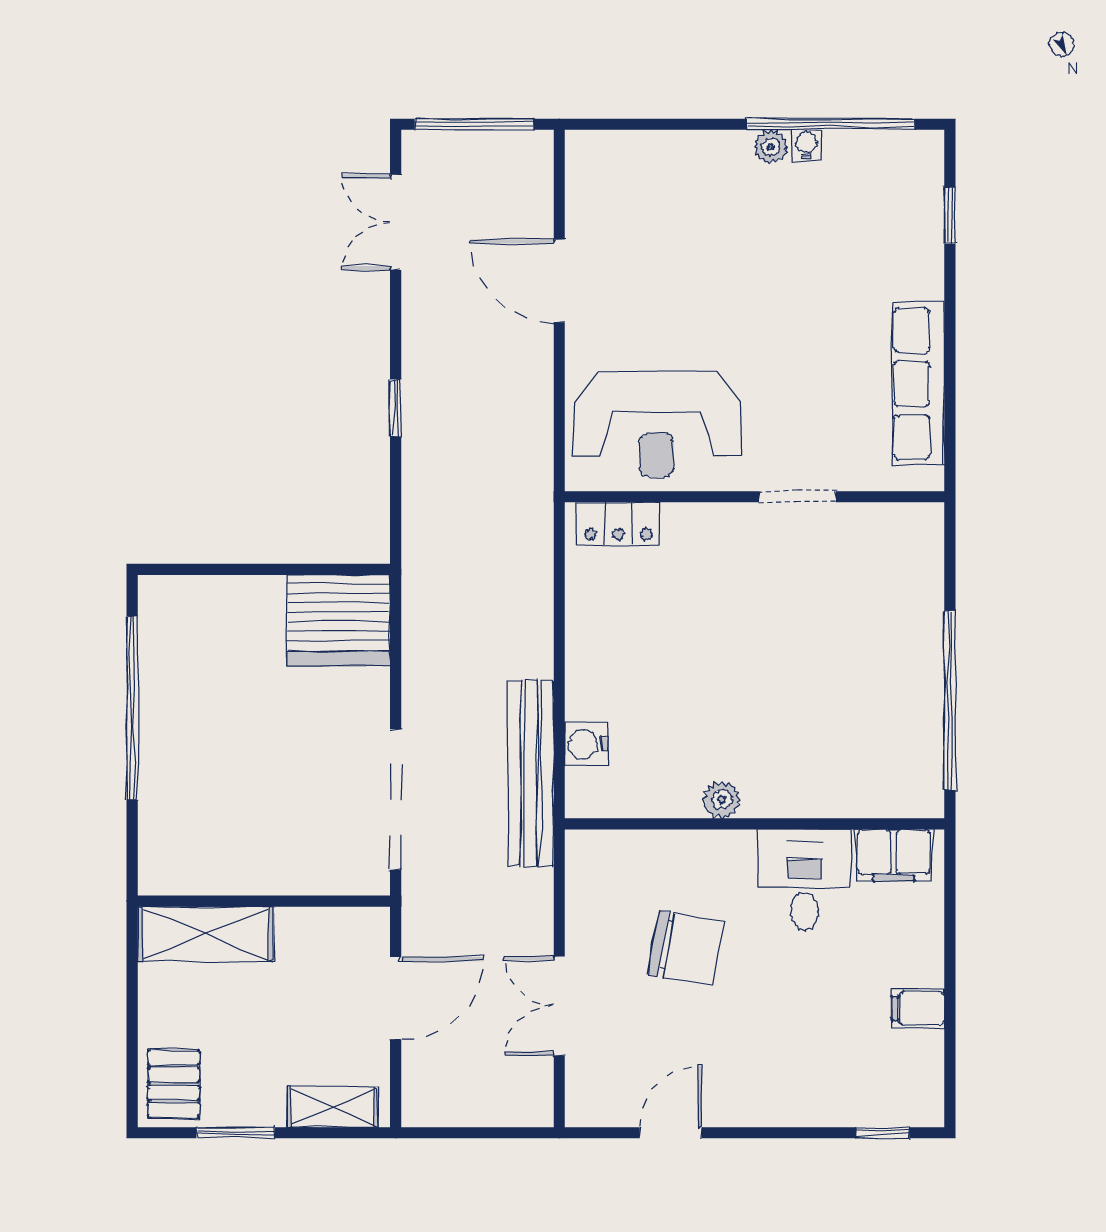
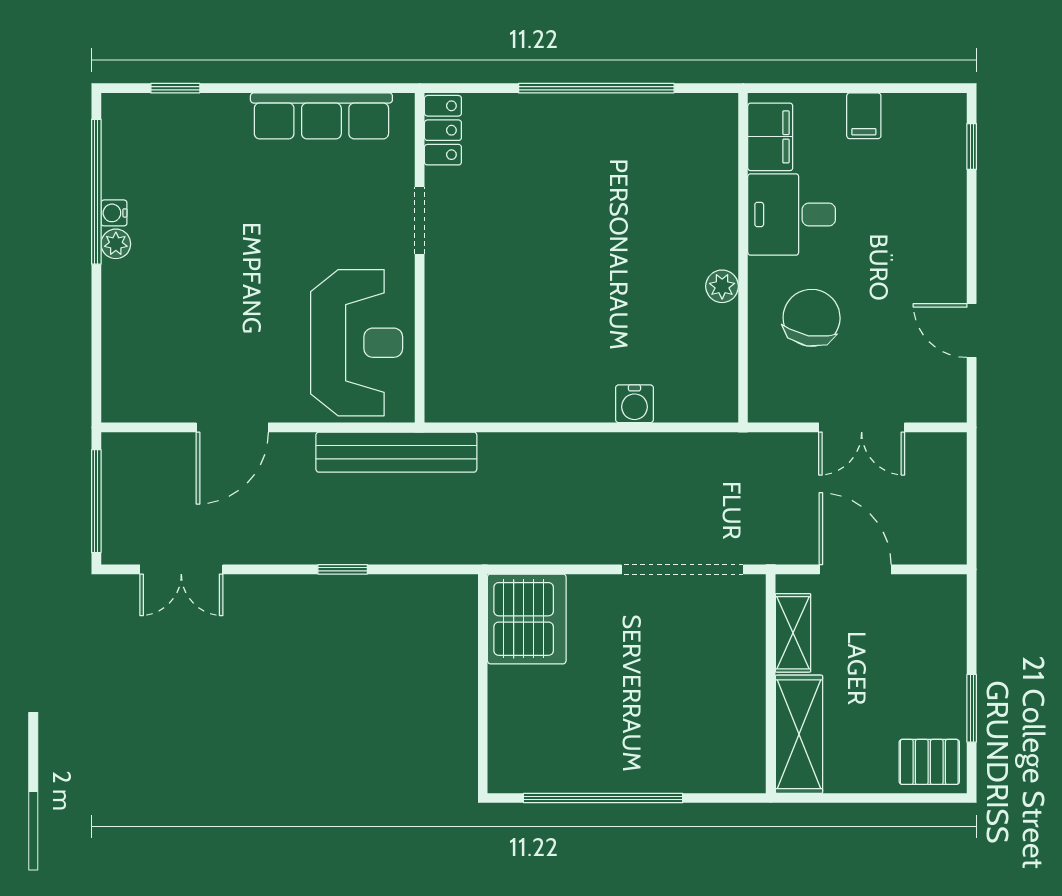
locker: (618, 524) -> (443, 130), moved
bench: (531, 773) -> (396, 452), moved
plant: (722, 800) -> (722, 286), moved
wall: (755, 824) -> (743, 258), moved
filing cabinet: (894, 855) -> (770, 137), moved
desk: (804, 880) -> (792, 214), moved
shelving: (332, 1107) -> (793, 633), moved

